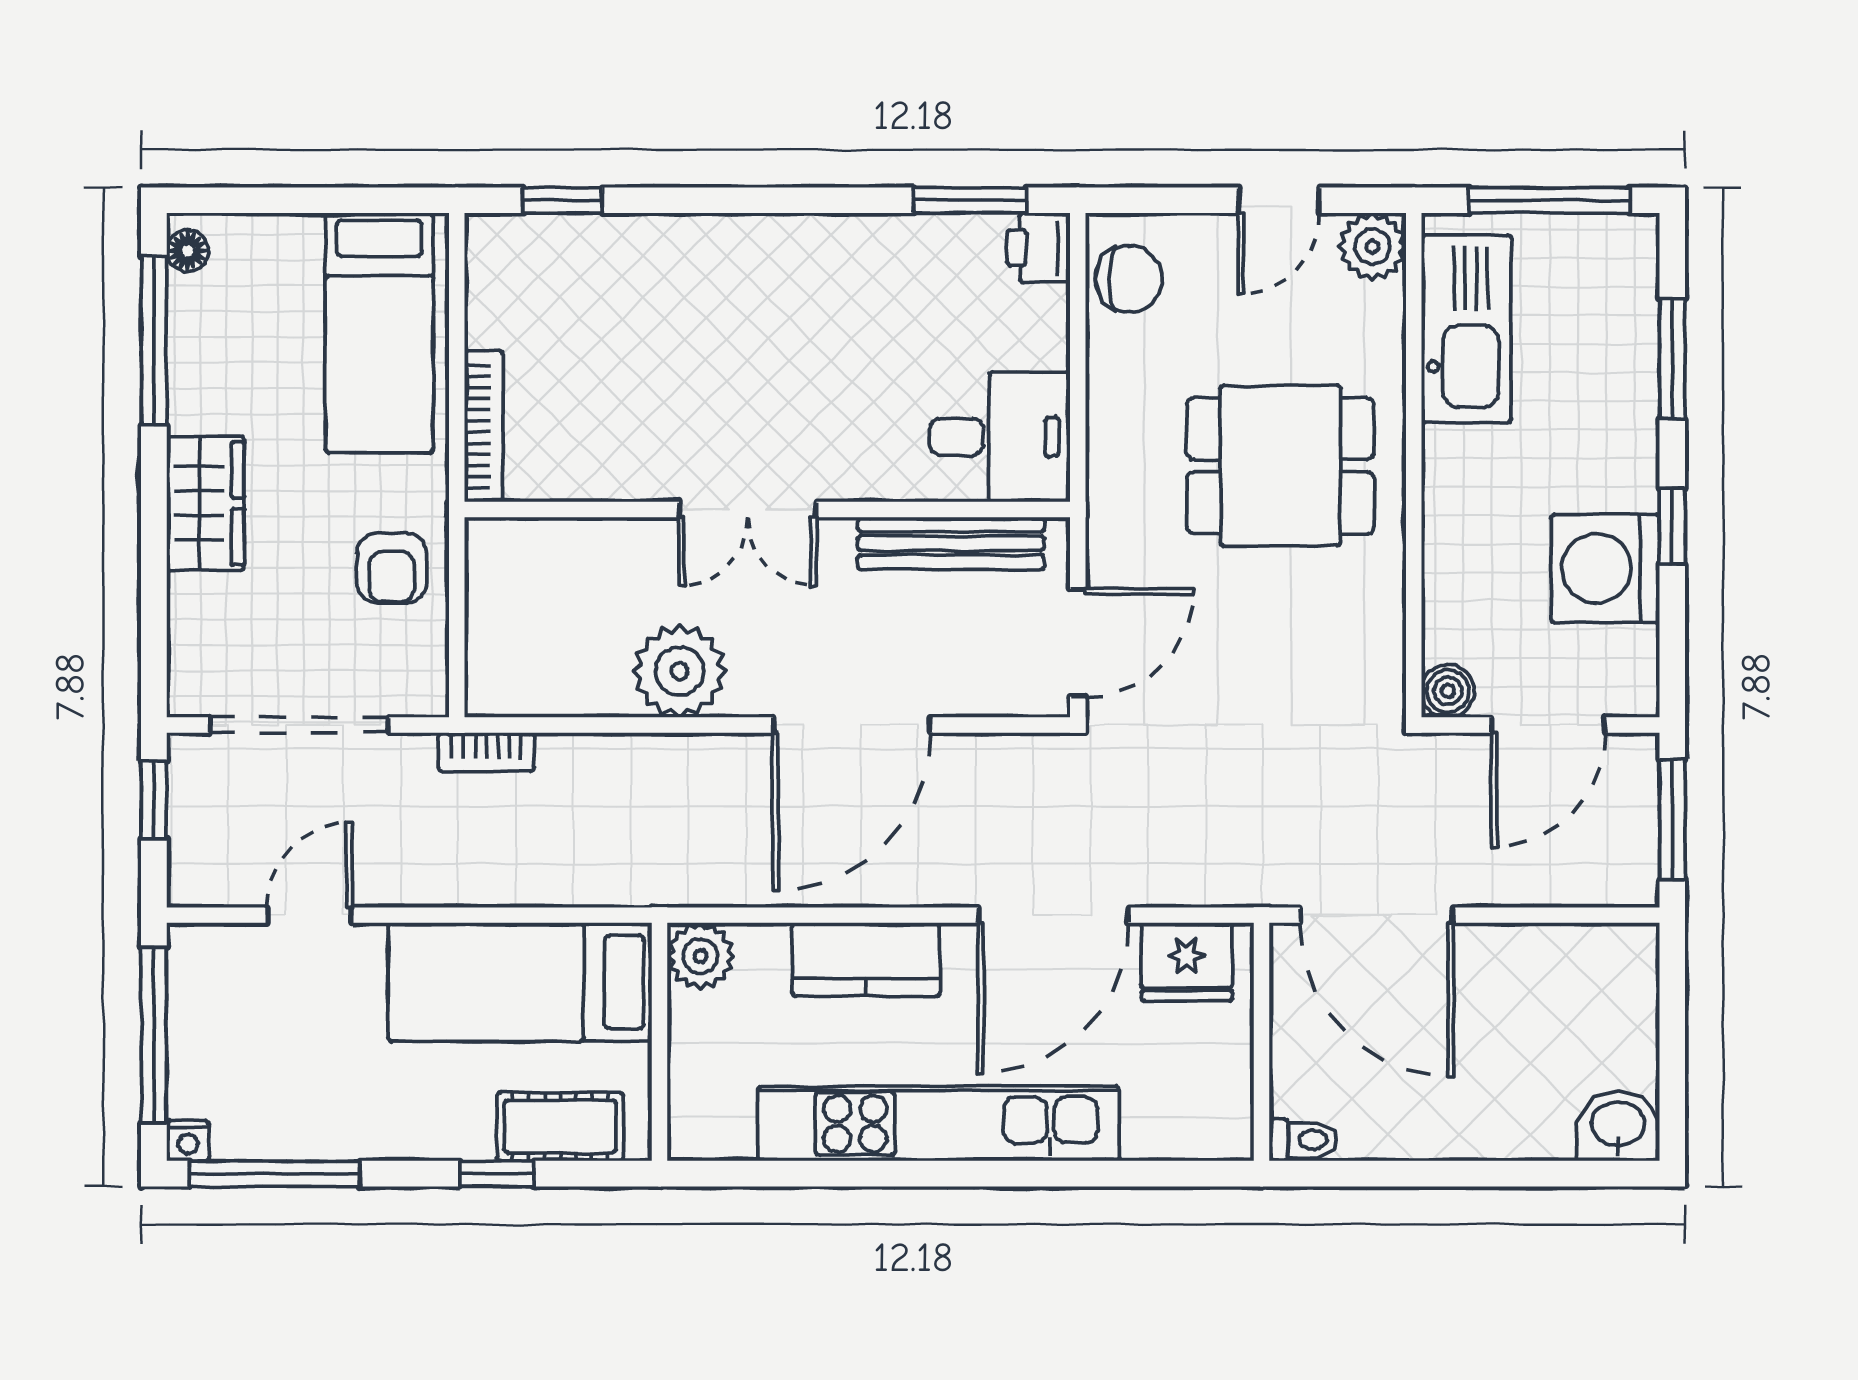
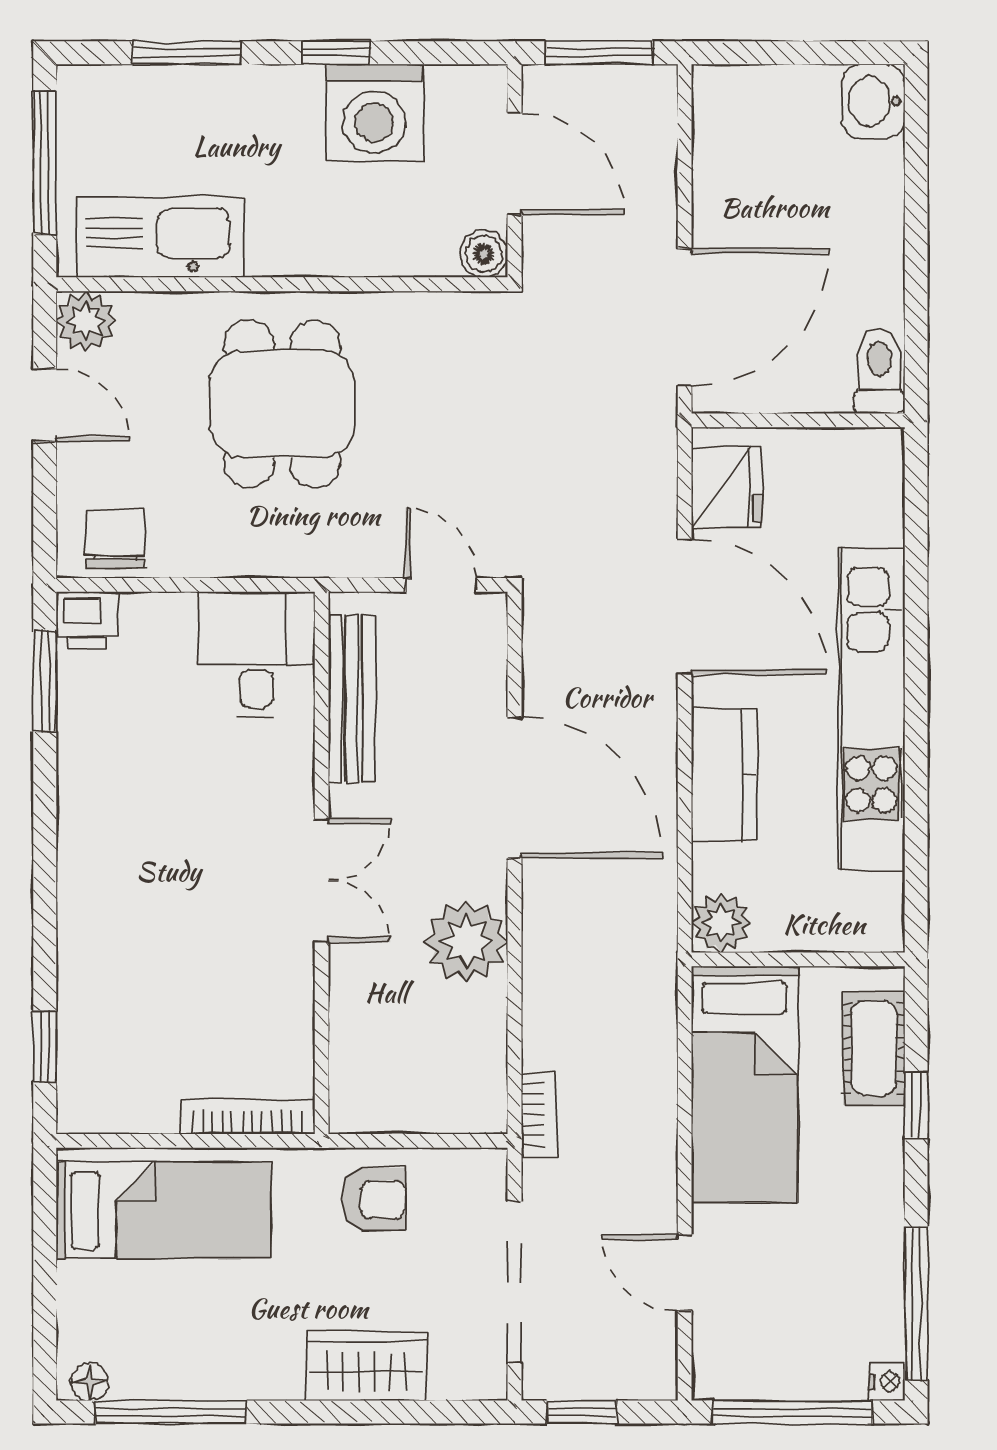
wardrobe: (205, 503) -> (367, 1366), moved
door: (1078, 643) -> (441, 585), width x0.73
toilet: (1303, 1140) -> (879, 371), width x1.37, depth x1.39

